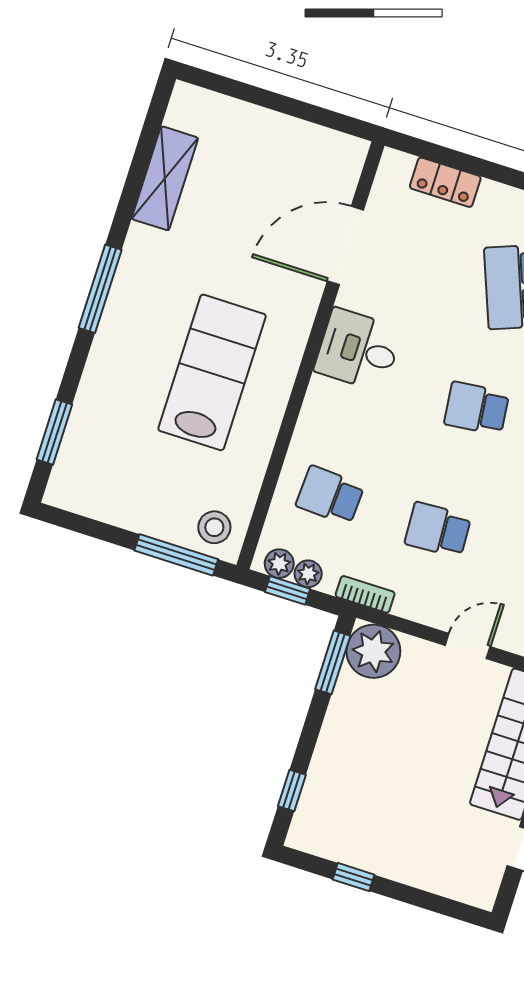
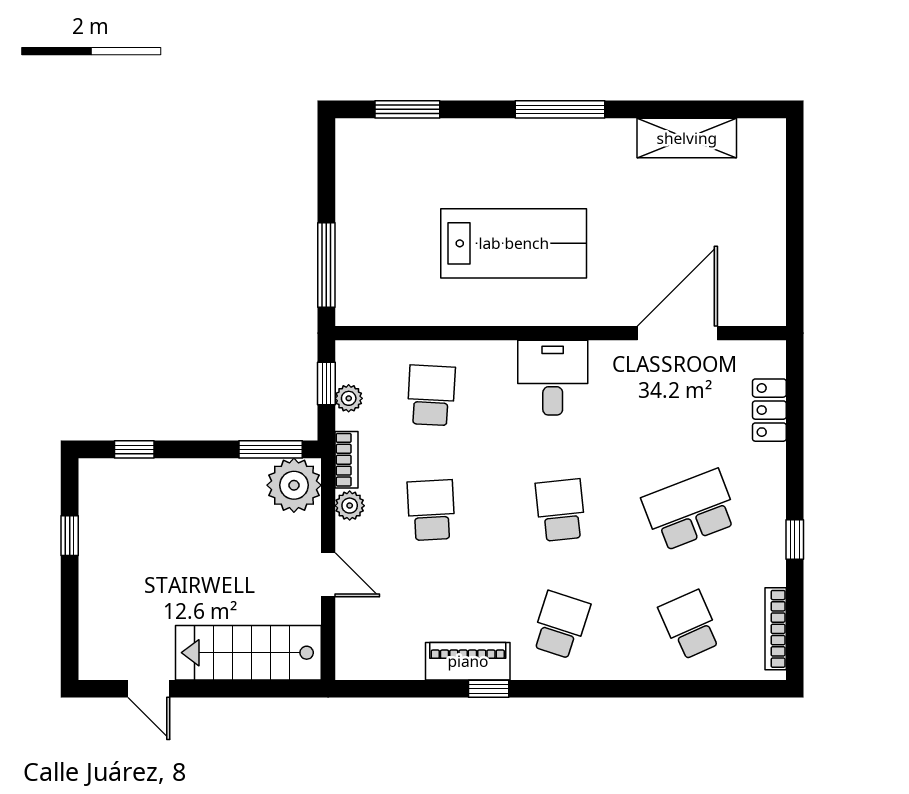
door: (345, 246) -> (677, 333), hinge flipped
desk: (358, 350) -> (553, 378), moved
stool: (214, 527) -> (365, 293), removed
plant: (279, 564) -> (350, 506), moved

